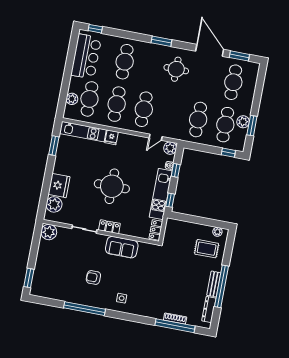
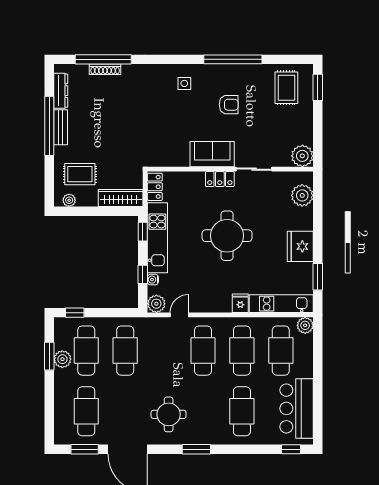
plant: (72, 99) -> (305, 325), moved
fridge: (59, 186) -> (300, 246), moved
wardrobe: (181, 227) -> (121, 198), added
sofa: (122, 247) -> (212, 154), moved
rug: (51, 282) -> (286, 88), added

